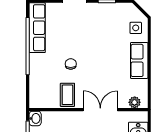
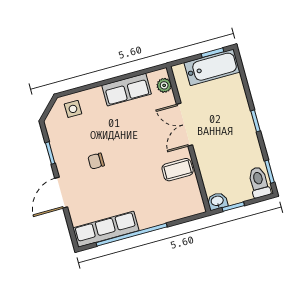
row of seats: (139, 60) -> (127, 90), moved
chair: (71, 64) -> (96, 161), moved

